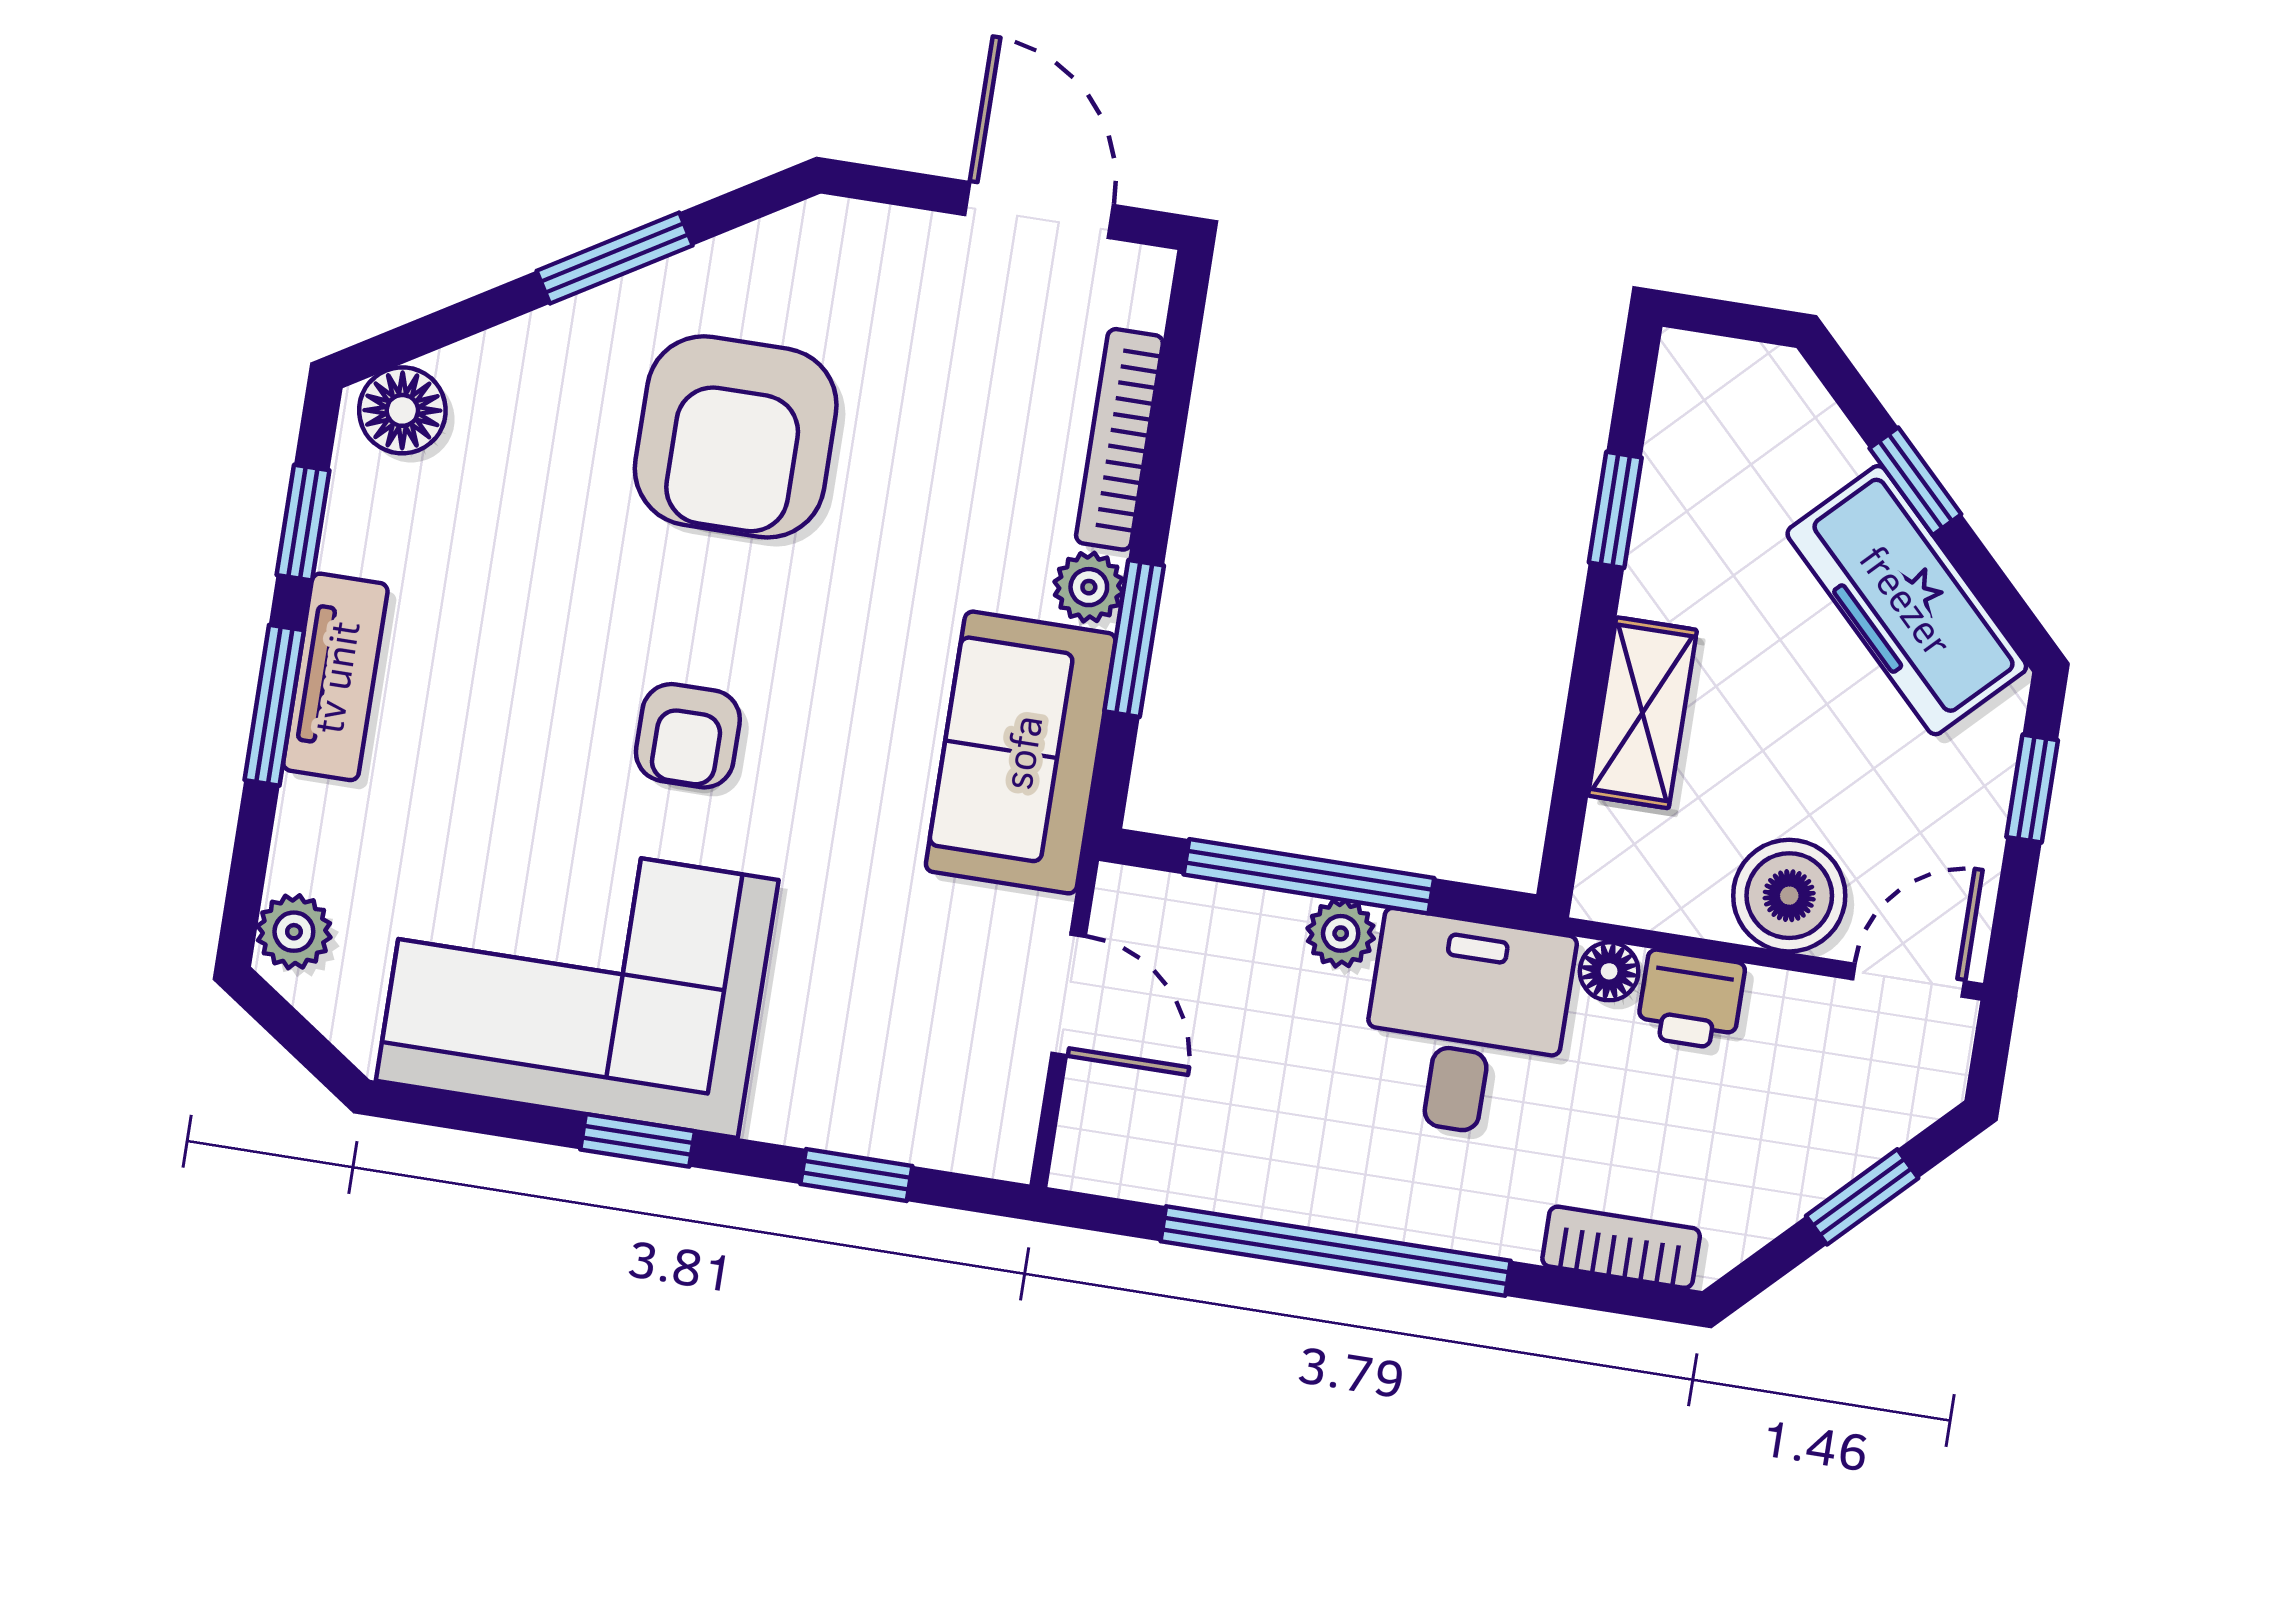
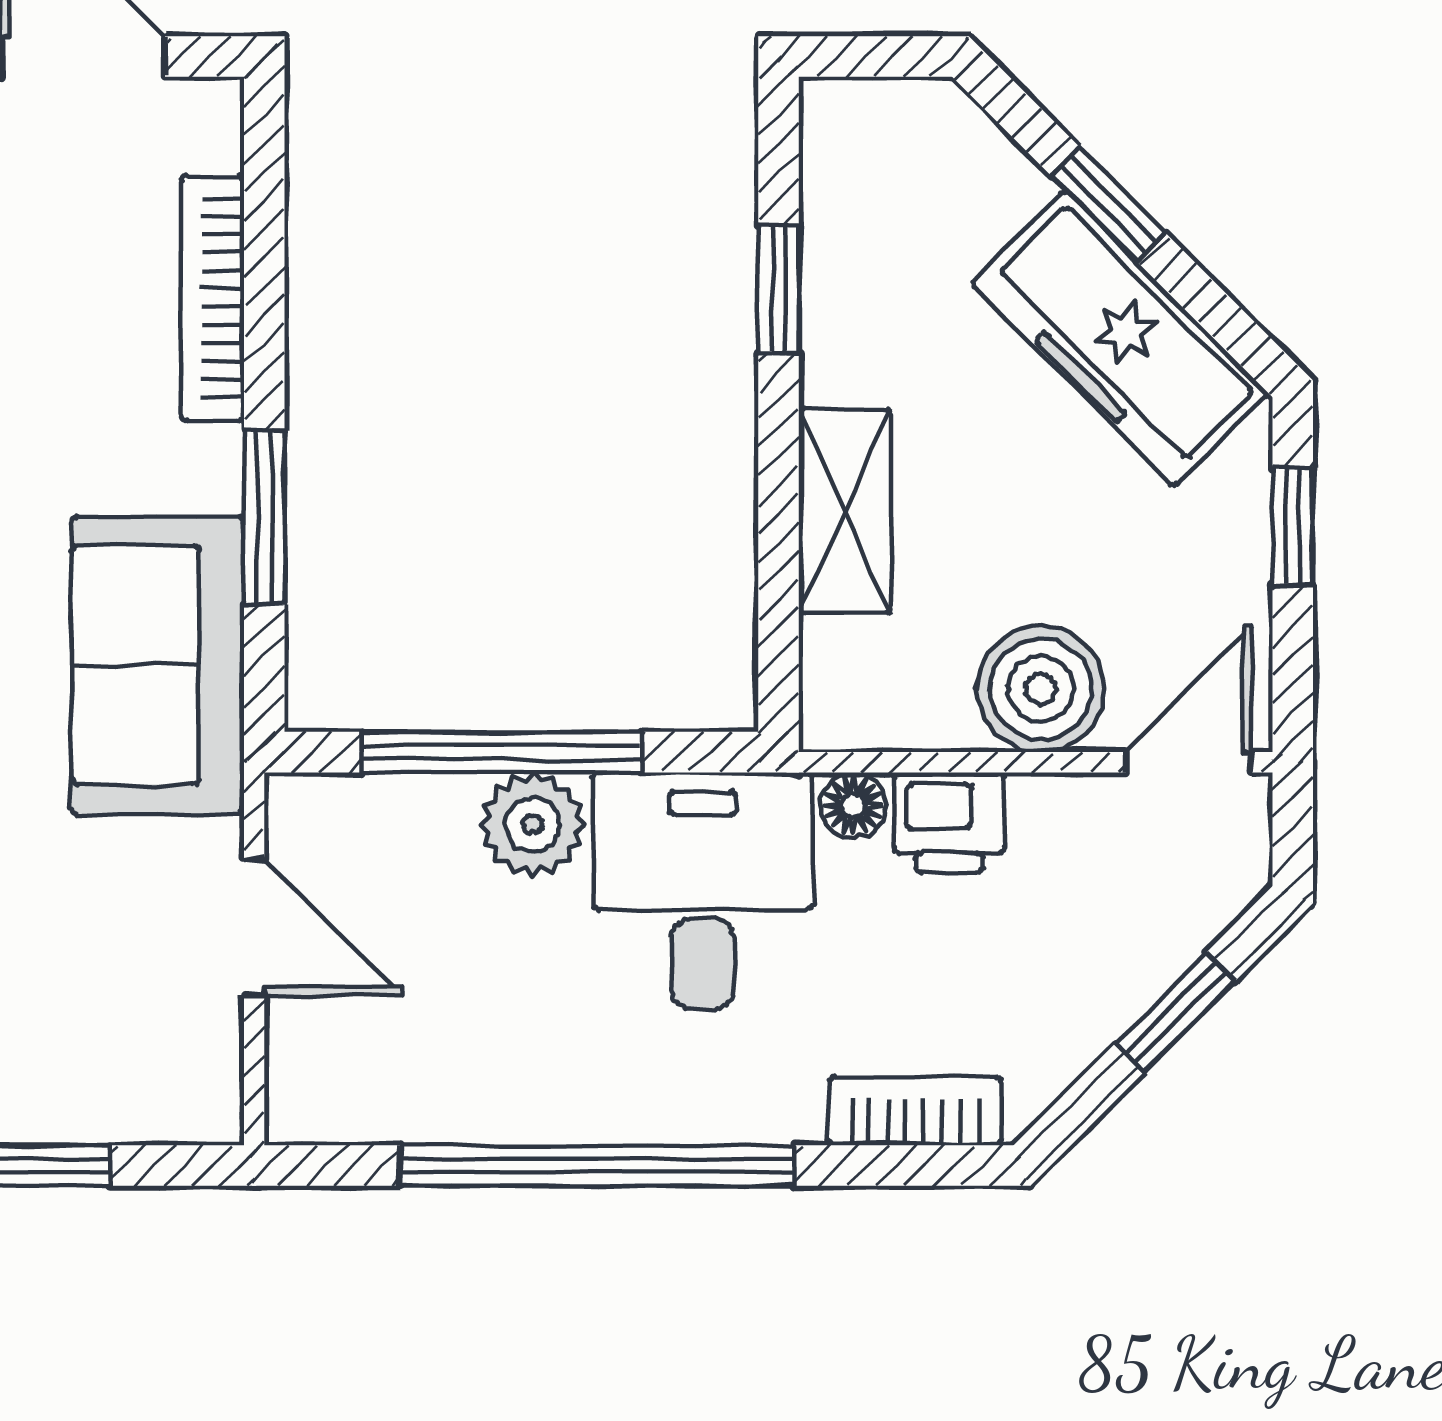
plant: (1089, 587) -> (205, 468), removed
plant: (1341, 933) -> (533, 825), width x1.38, depth x1.38

